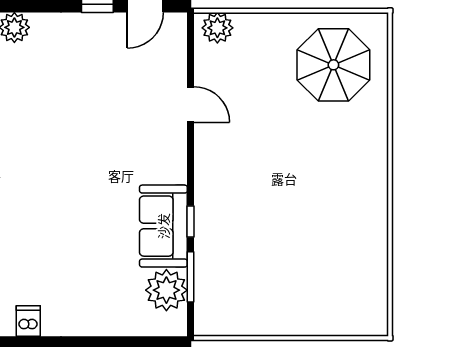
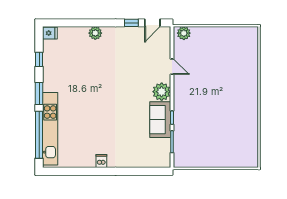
parasol: (333, 65) -> (234, 49), removed
plant: (166, 290) -> (162, 92), moved

